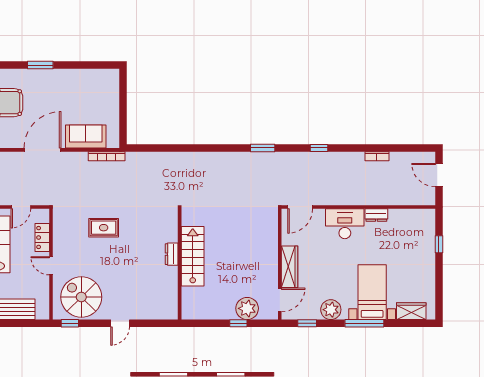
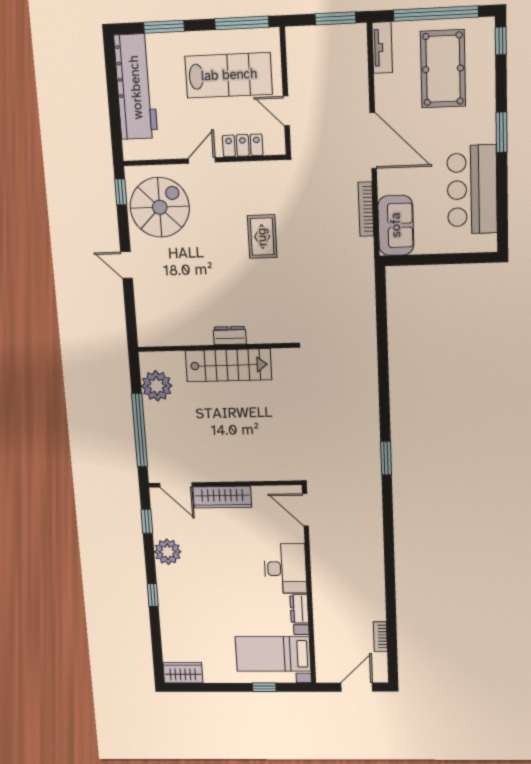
bar counter: (77, 85) -> (472, 190), added
sofa: (86, 136) -> (396, 225), moved
window: (319, 148) -> (388, 534), removed
bookcase: (107, 156) -> (366, 209), moved
bookcase: (377, 156) -> (380, 637), moved
bed with nightstands: (372, 292) -> (273, 654), moved, turned 180
plant: (247, 308) -> (157, 386), moved
wardrobe: (411, 311) -> (183, 673), moved, turned -90
window: (238, 323) -> (140, 430), width x3.17
window: (364, 323) -> (153, 595), width x0.46

